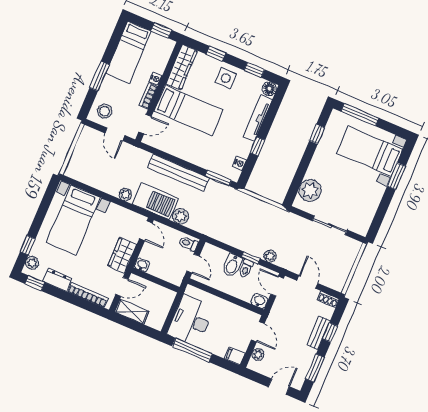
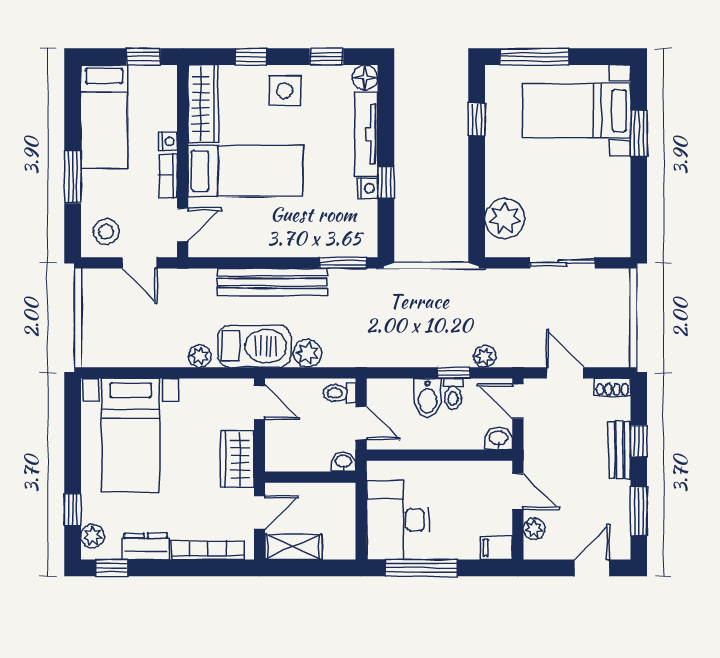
nightstand: (239, 163) -> (368, 188), moved
washbasin: (142, 265) -> (343, 462), moved

